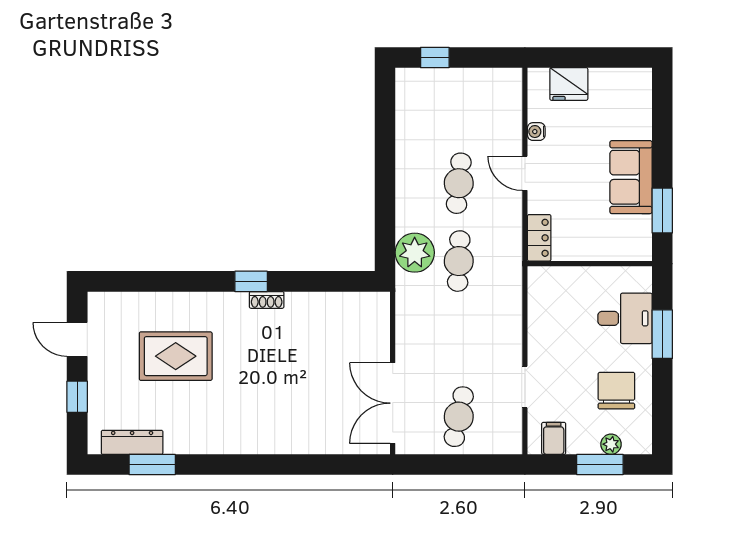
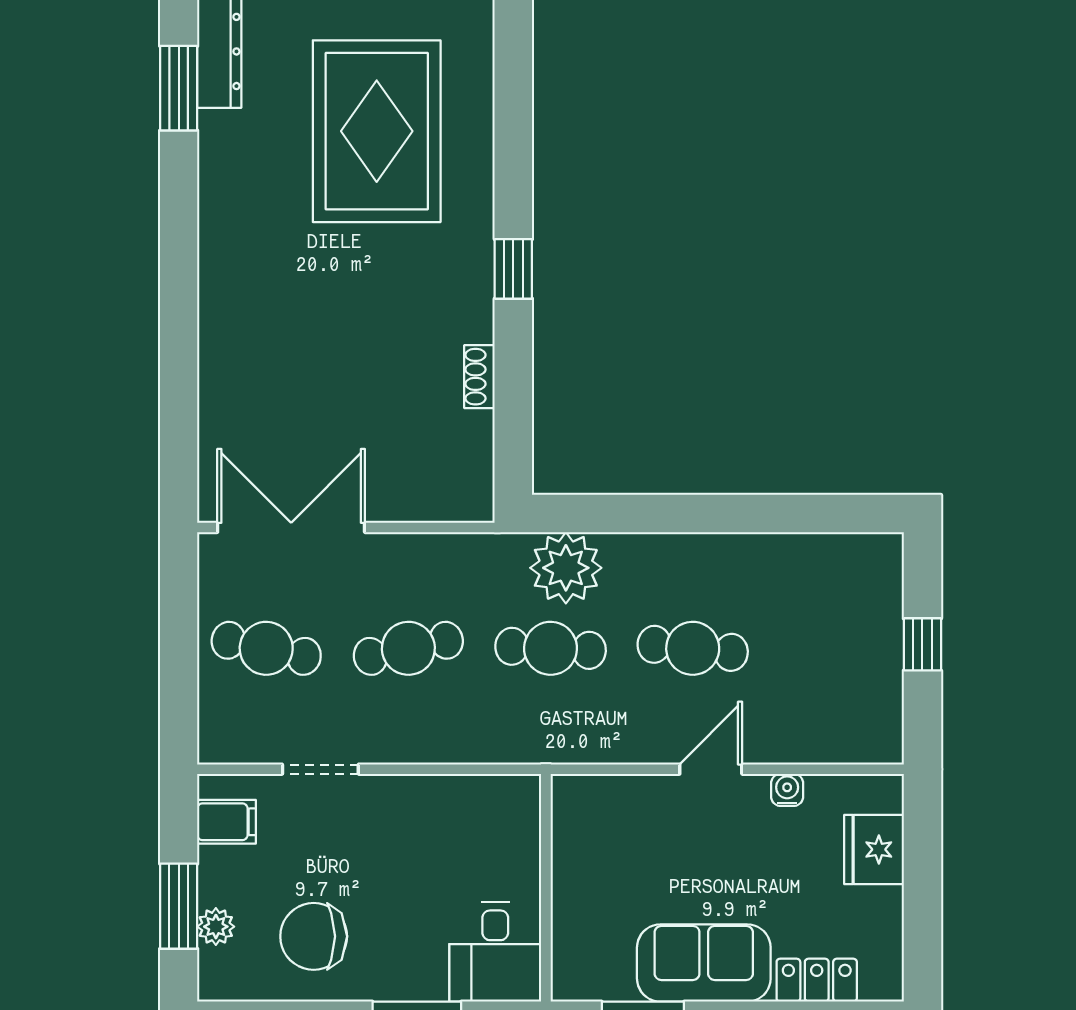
window: (435, 57) -> (922, 644), moved
locker: (539, 238) -> (817, 980), moved, turned 180
shoe rack: (267, 300) -> (479, 377), moved
desk: (625, 318) -> (495, 952), moved
cafe table: (459, 339) -> (408, 648), added
rug: (176, 356) -> (377, 131), width x1.37, depth x1.44
chair: (616, 391) -> (314, 936), turned 180

